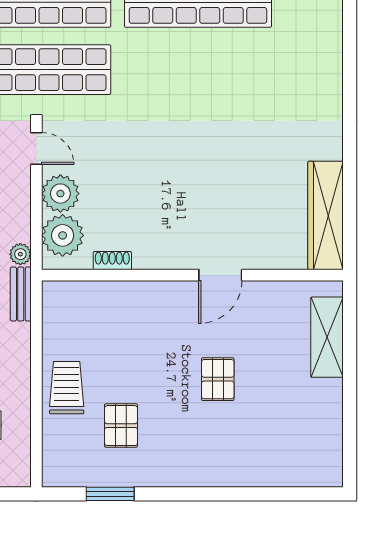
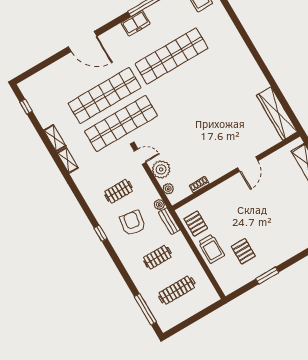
plant: (63, 235) -> (168, 189), width x0.53, depth x0.53
pallet: (218, 379) -> (196, 224), moved
trolley: (67, 388) -> (211, 249), turned 180
window: (110, 494) -> (267, 276), moved

